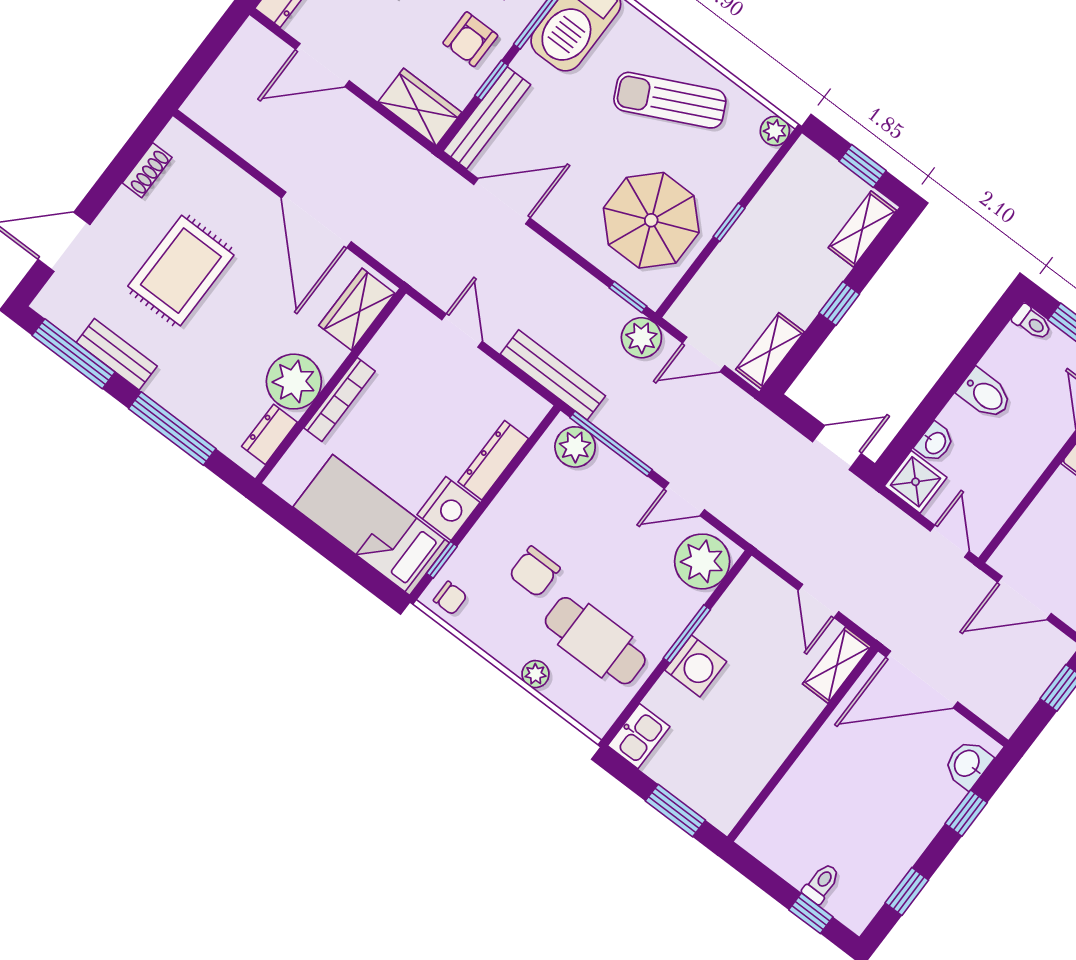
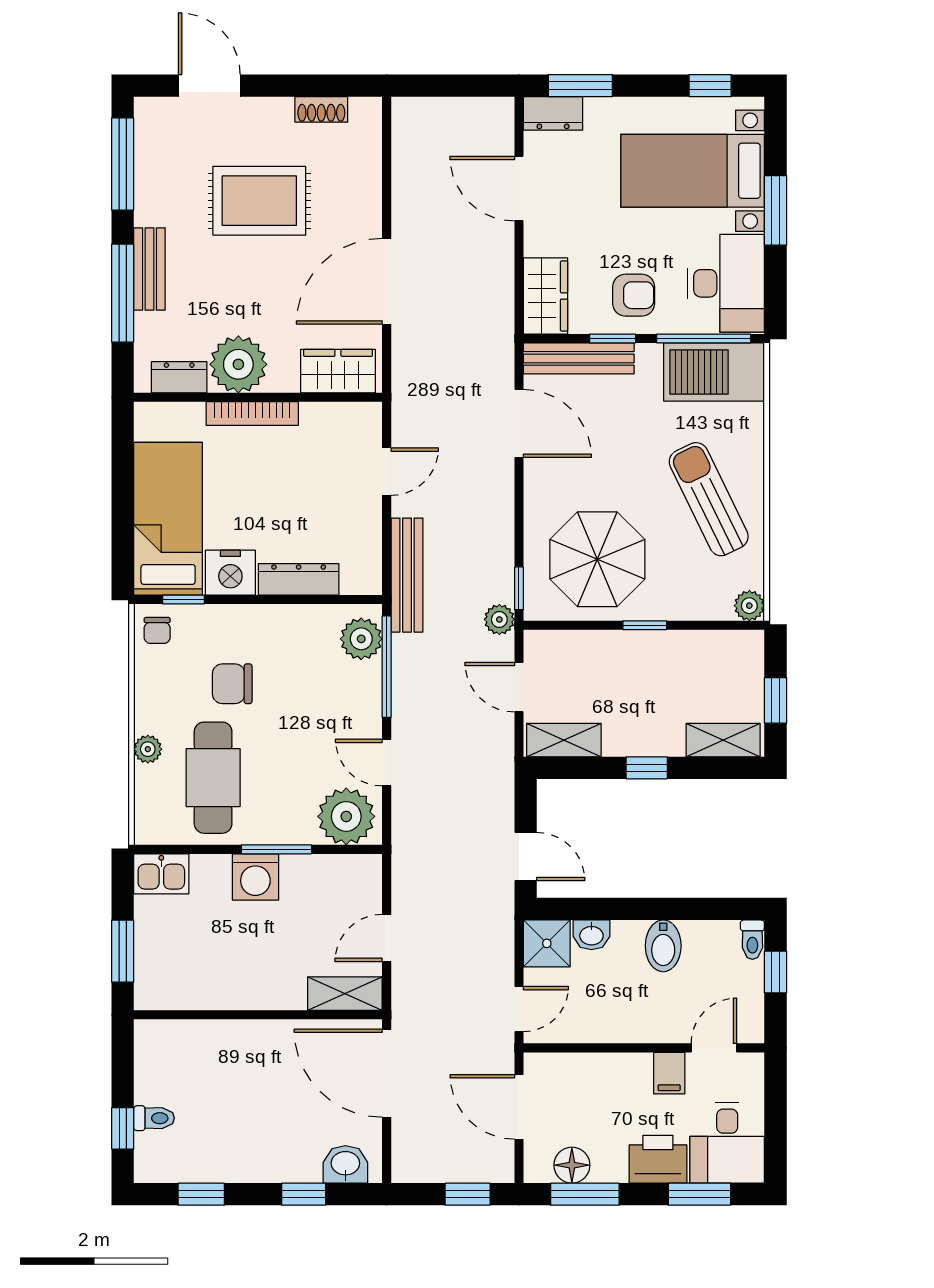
armchair: (470, 39) -> (634, 295), turned 180
plant: (641, 338) -> (499, 619), width x0.73, depth x0.73
bench: (117, 354) -> (149, 269), moved

